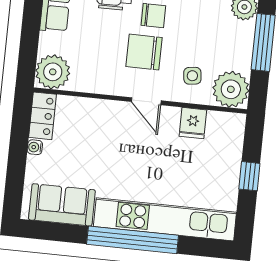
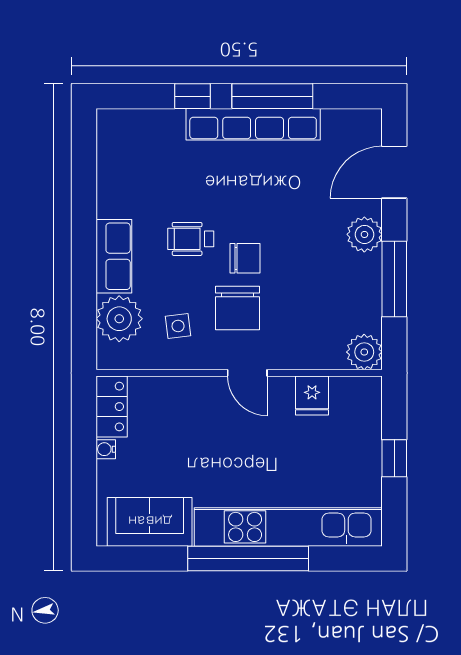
chair: (144, 52) -> (238, 308), turned -90
plant: (53, 72) -> (119, 319), moved
side table: (192, 76) -> (178, 326), moved
plant: (231, 89) -> (364, 352), width x0.73, depth x0.73

